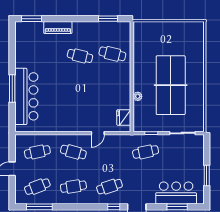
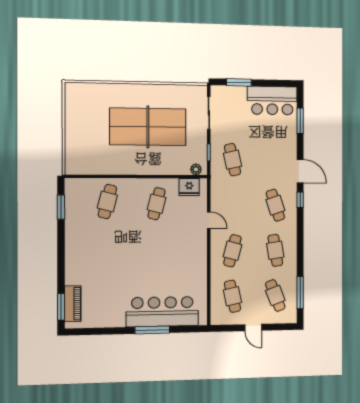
piano: (58, 28) -> (73, 304), moved
cafe table: (80, 56) -> (157, 204), moved
plant: (138, 96) -> (196, 169), moved
window: (207, 176) -> (239, 82), moved
bar counter: (176, 193) -> (272, 101), moved, turned -90

